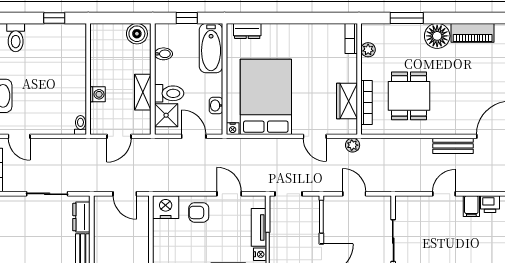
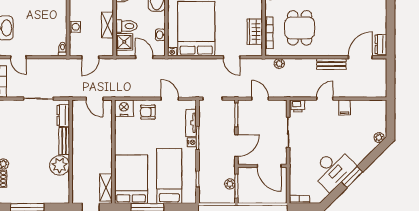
plant: (353, 145) -> (279, 63), moved
printer: (490, 204) -> (298, 106), moved

